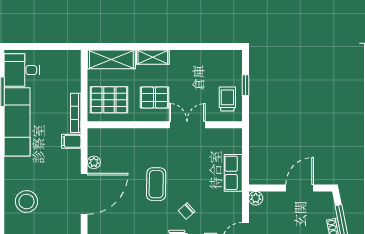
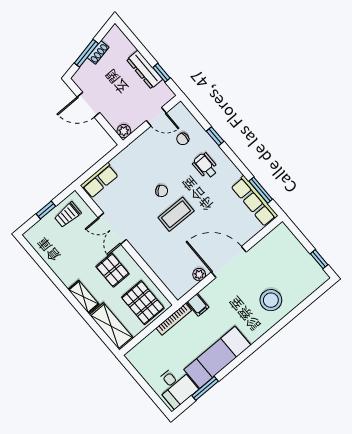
row of seats: (233, 173) -> (99, 180), moved
chair: (187, 211) -> (162, 191), moved

